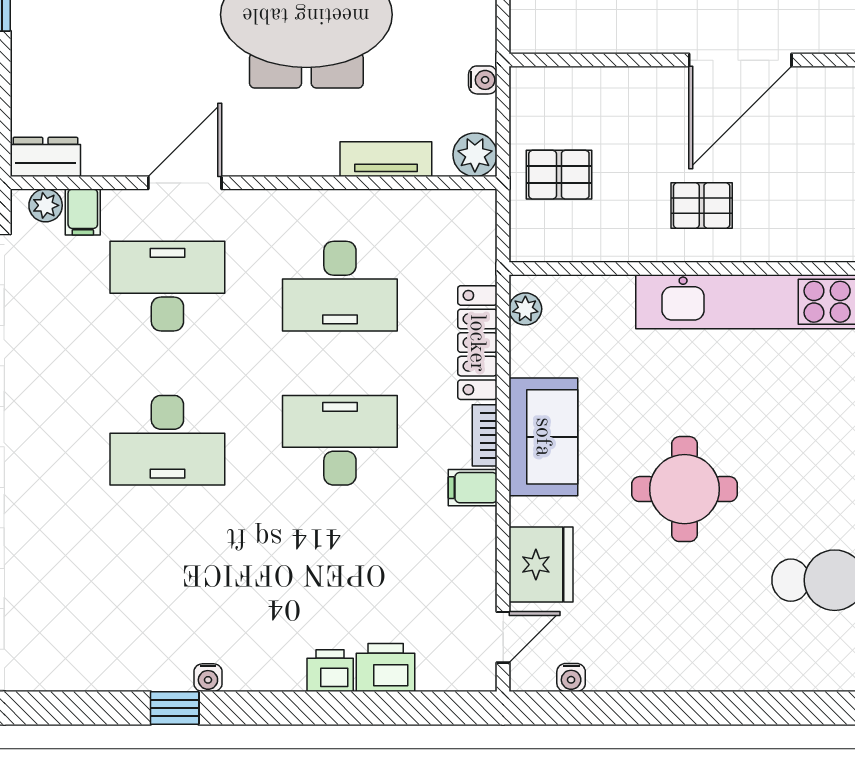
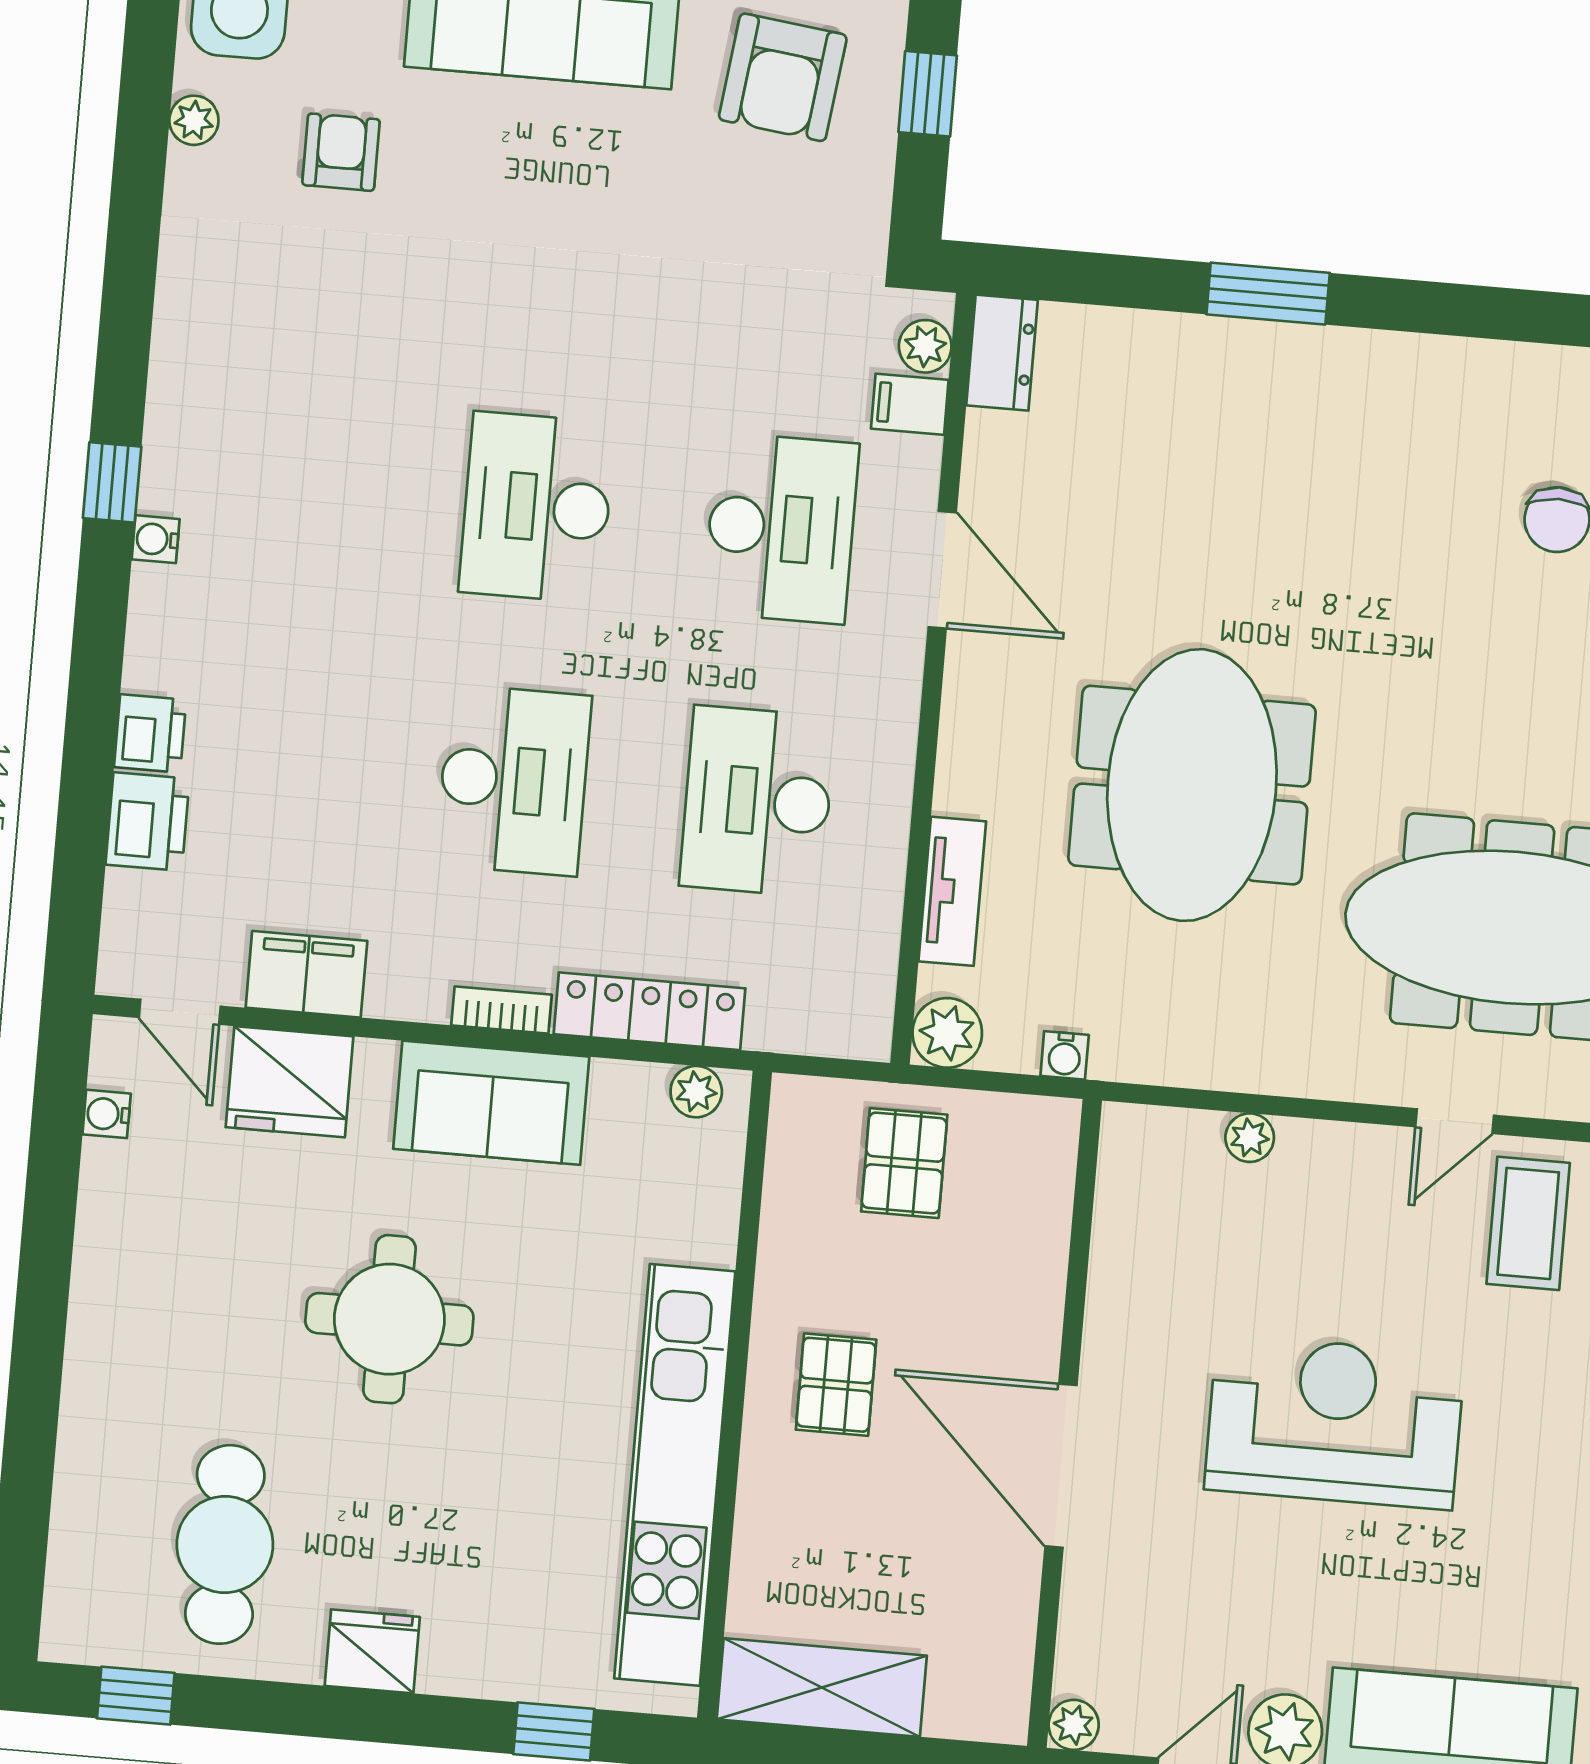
filing cabinet: (473, 488) -> (306, 974), moved, width x2.00

